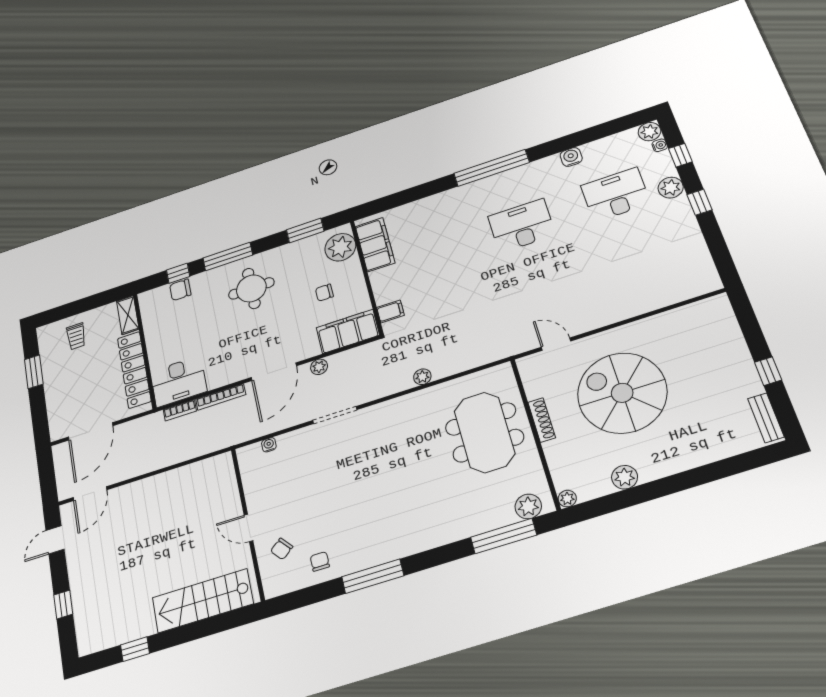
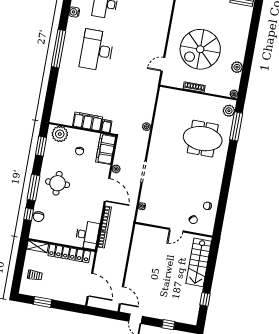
desk: (522, 226) -> (97, 50), width x1.36, depth x1.30
filing cabinet: (375, 245) -> (88, 121), moved
meeting table: (484, 432) -> (203, 139), moved
window: (373, 576) -> (225, 187), removed

